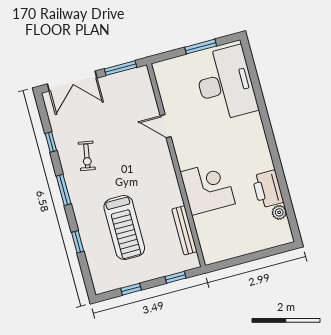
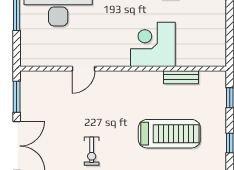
exercise bike: (87, 156) -> (92, 151), turned 80
bench: (184, 230) -> (181, 77), width x0.73

